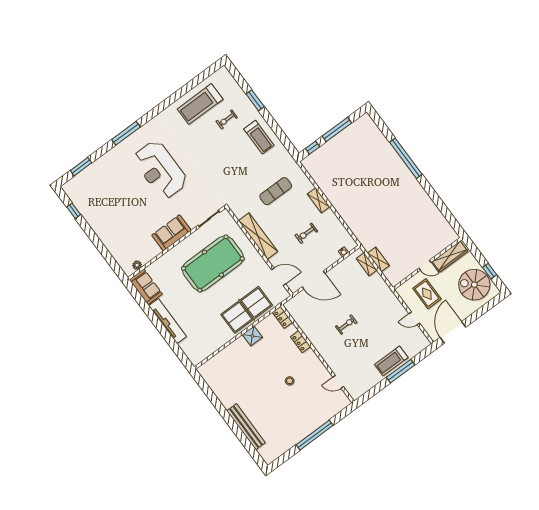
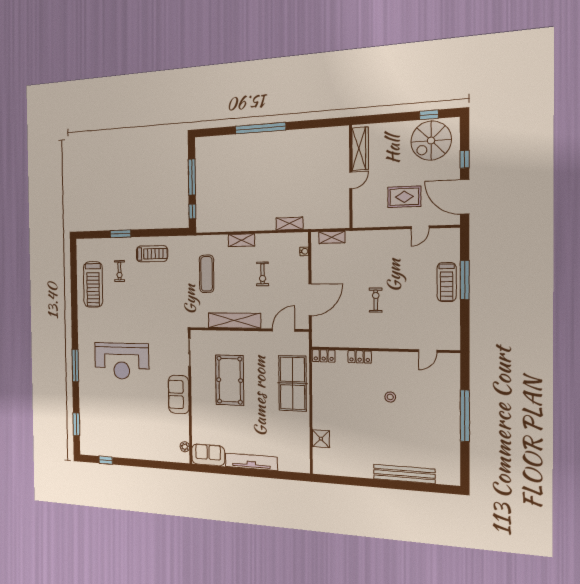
wardrobe: (450, 256) -> (360, 149), moved
shelving: (378, 259) -> (289, 224), moved
pool table: (213, 263) -> (230, 380), width x0.73, depth x0.76
wall: (427, 263) -> (351, 177), moved
door: (425, 265) -> (351, 180), moved
window: (476, 315) -> (465, 159), added
shower: (252, 336) -> (321, 439), moved

